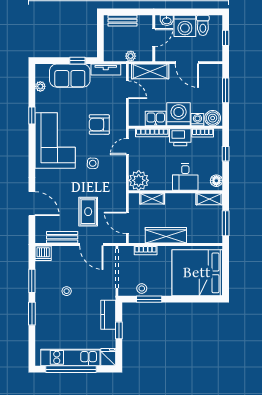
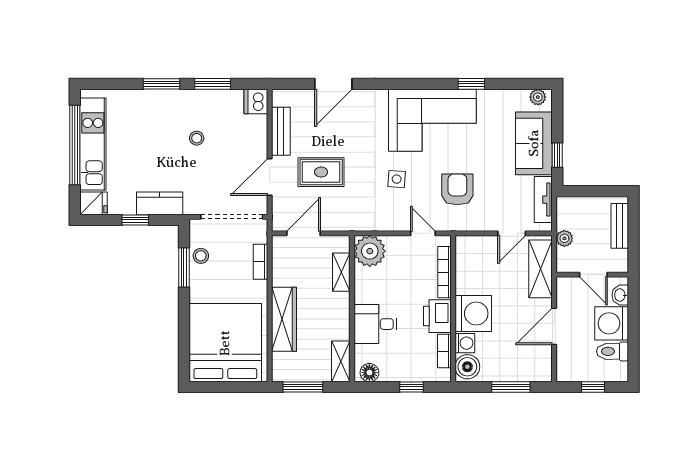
plant: (40, 86) -> (538, 97), moved
kitchen sink: (156, 118) -> (467, 278), removed
wardrobe: (166, 235) -> (284, 319), moved

